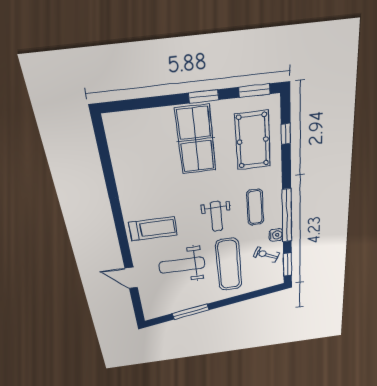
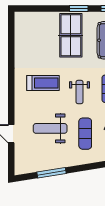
treadmill: (153, 229) -> (43, 83), moved
exercise mat: (229, 265) -> (85, 134), width x0.73, depth x0.69

